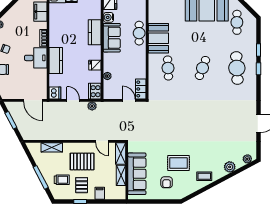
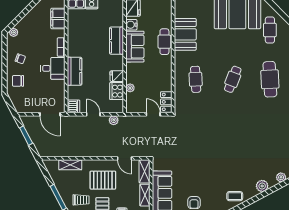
booth: (158, 38) -> (185, 34), moved
cooker: (95, 91) -> (117, 91), moved
rug: (178, 163) -> (207, 182), removed

